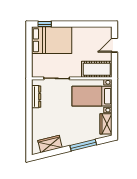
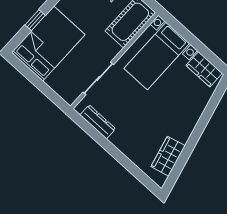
window: (45, 24) -> (35, 20), moved
window: (83, 145) -> (205, 118), removed

